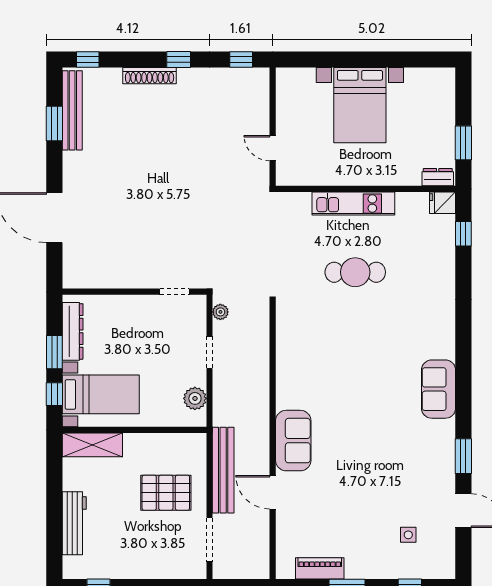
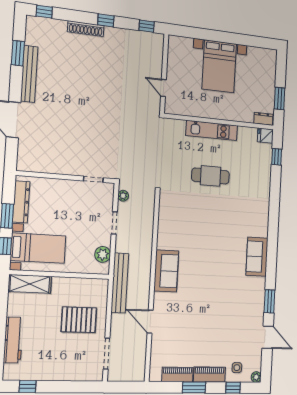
bench: (72, 110) -> (29, 74), moved
sofa: (293, 441) -> (166, 271), moved
bench: (223, 470) -> (120, 283), moved
side table: (408, 535) -> (237, 368), moved
piano: (371, 568) -> (209, 375), added
plant: (447, 571) -> (256, 377), added

